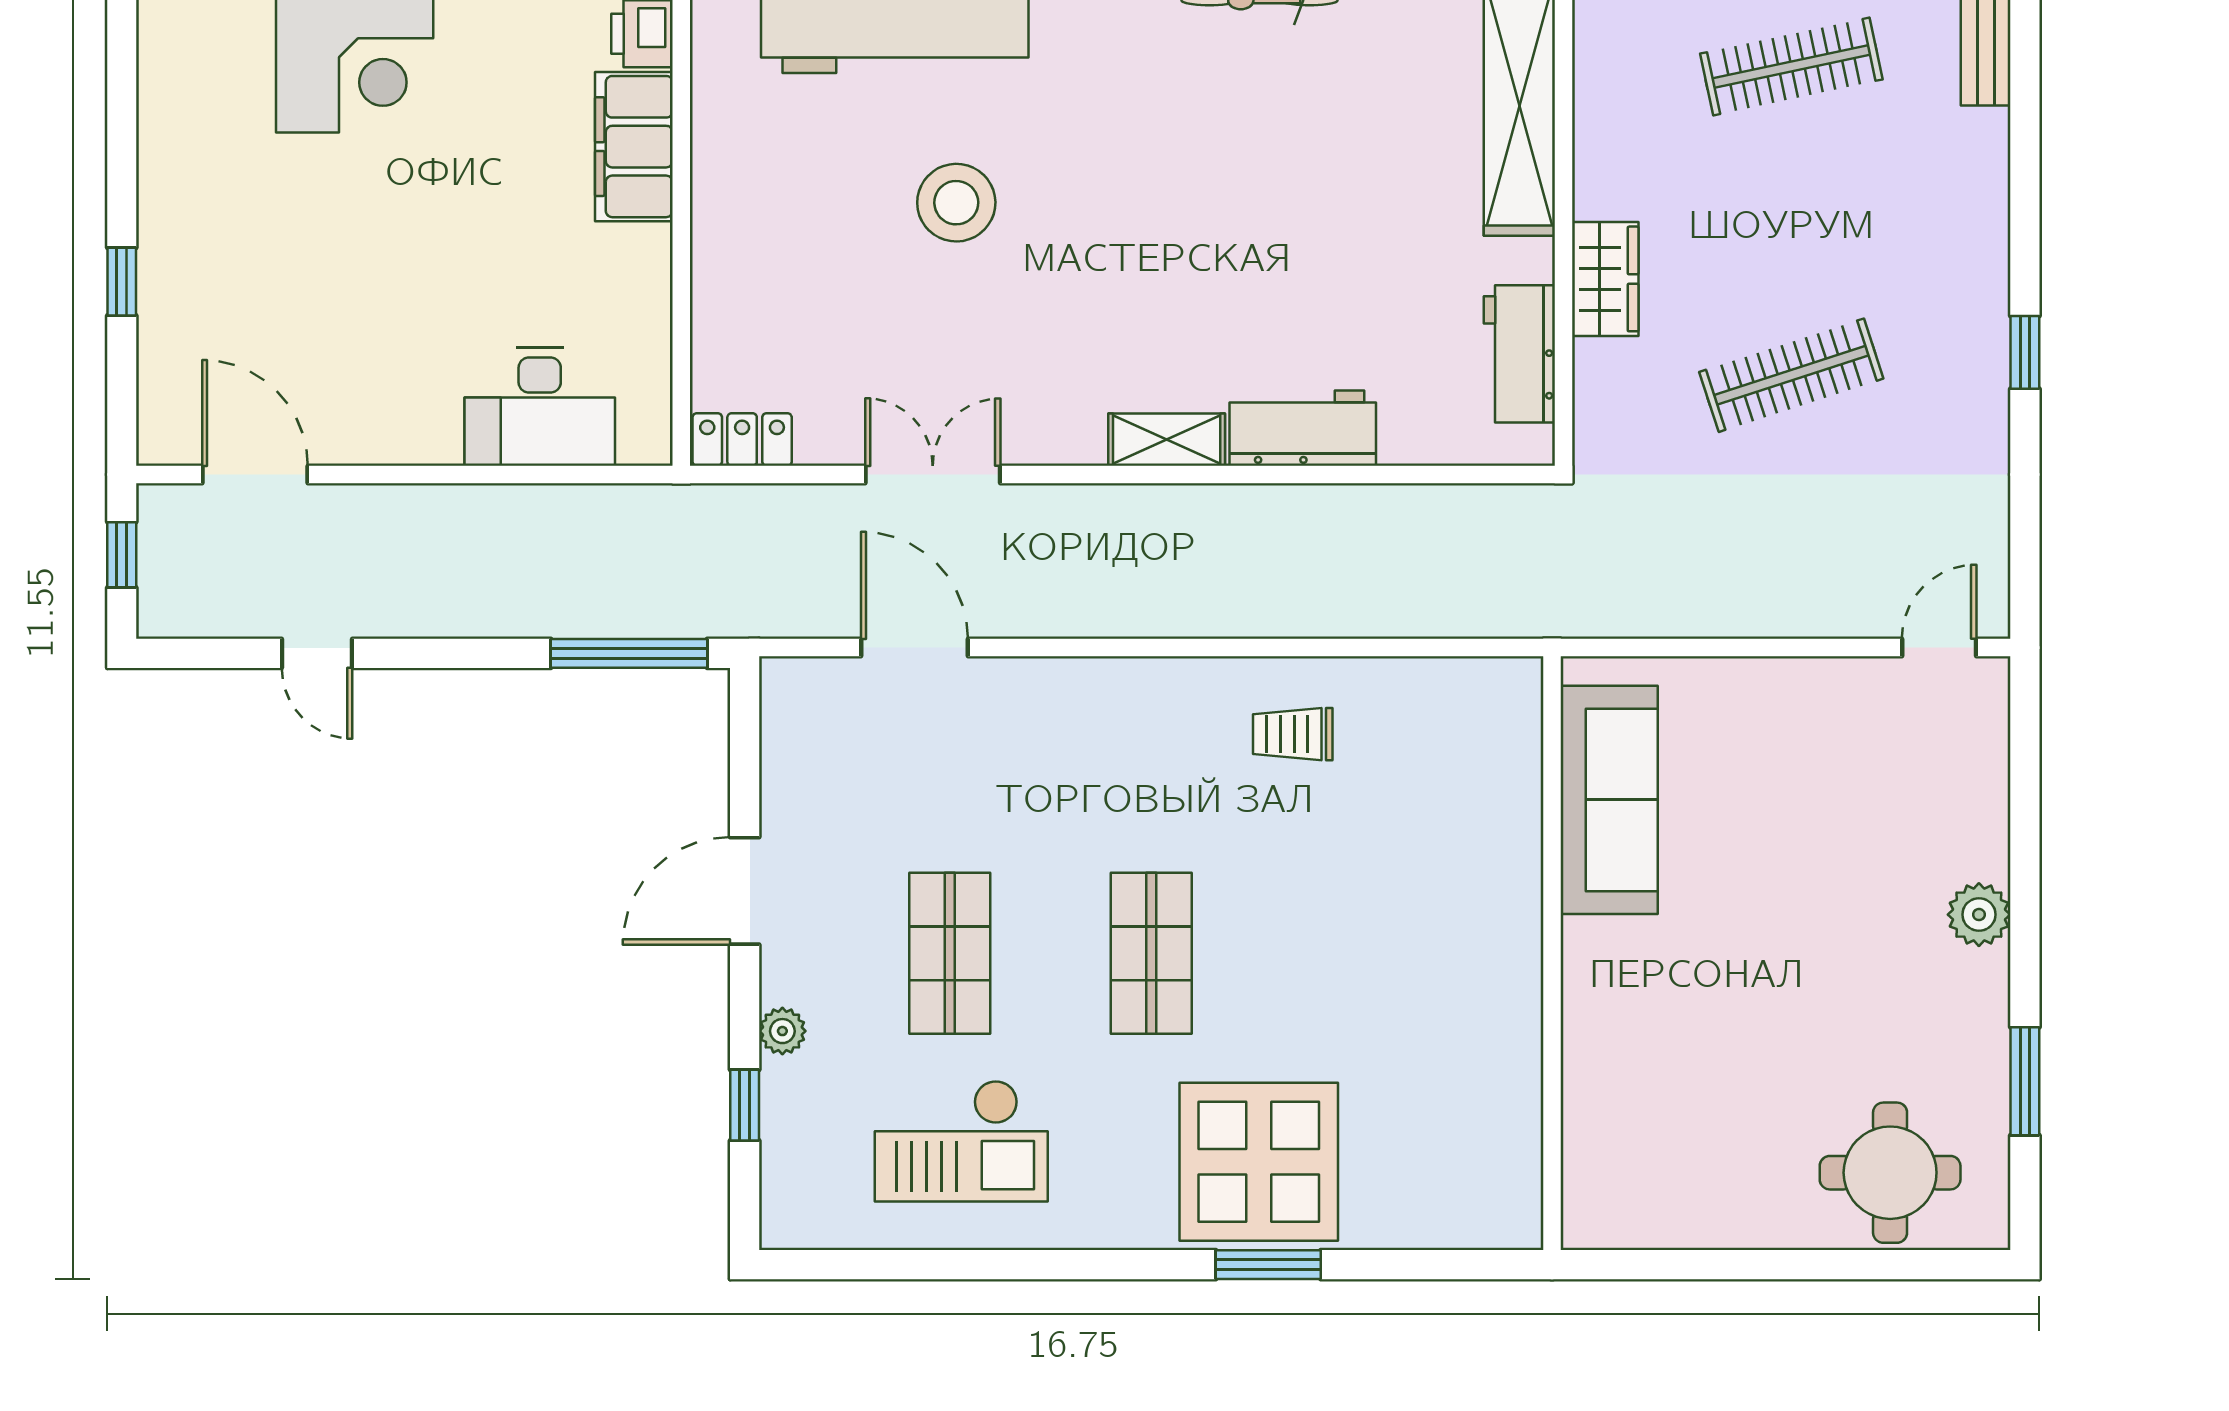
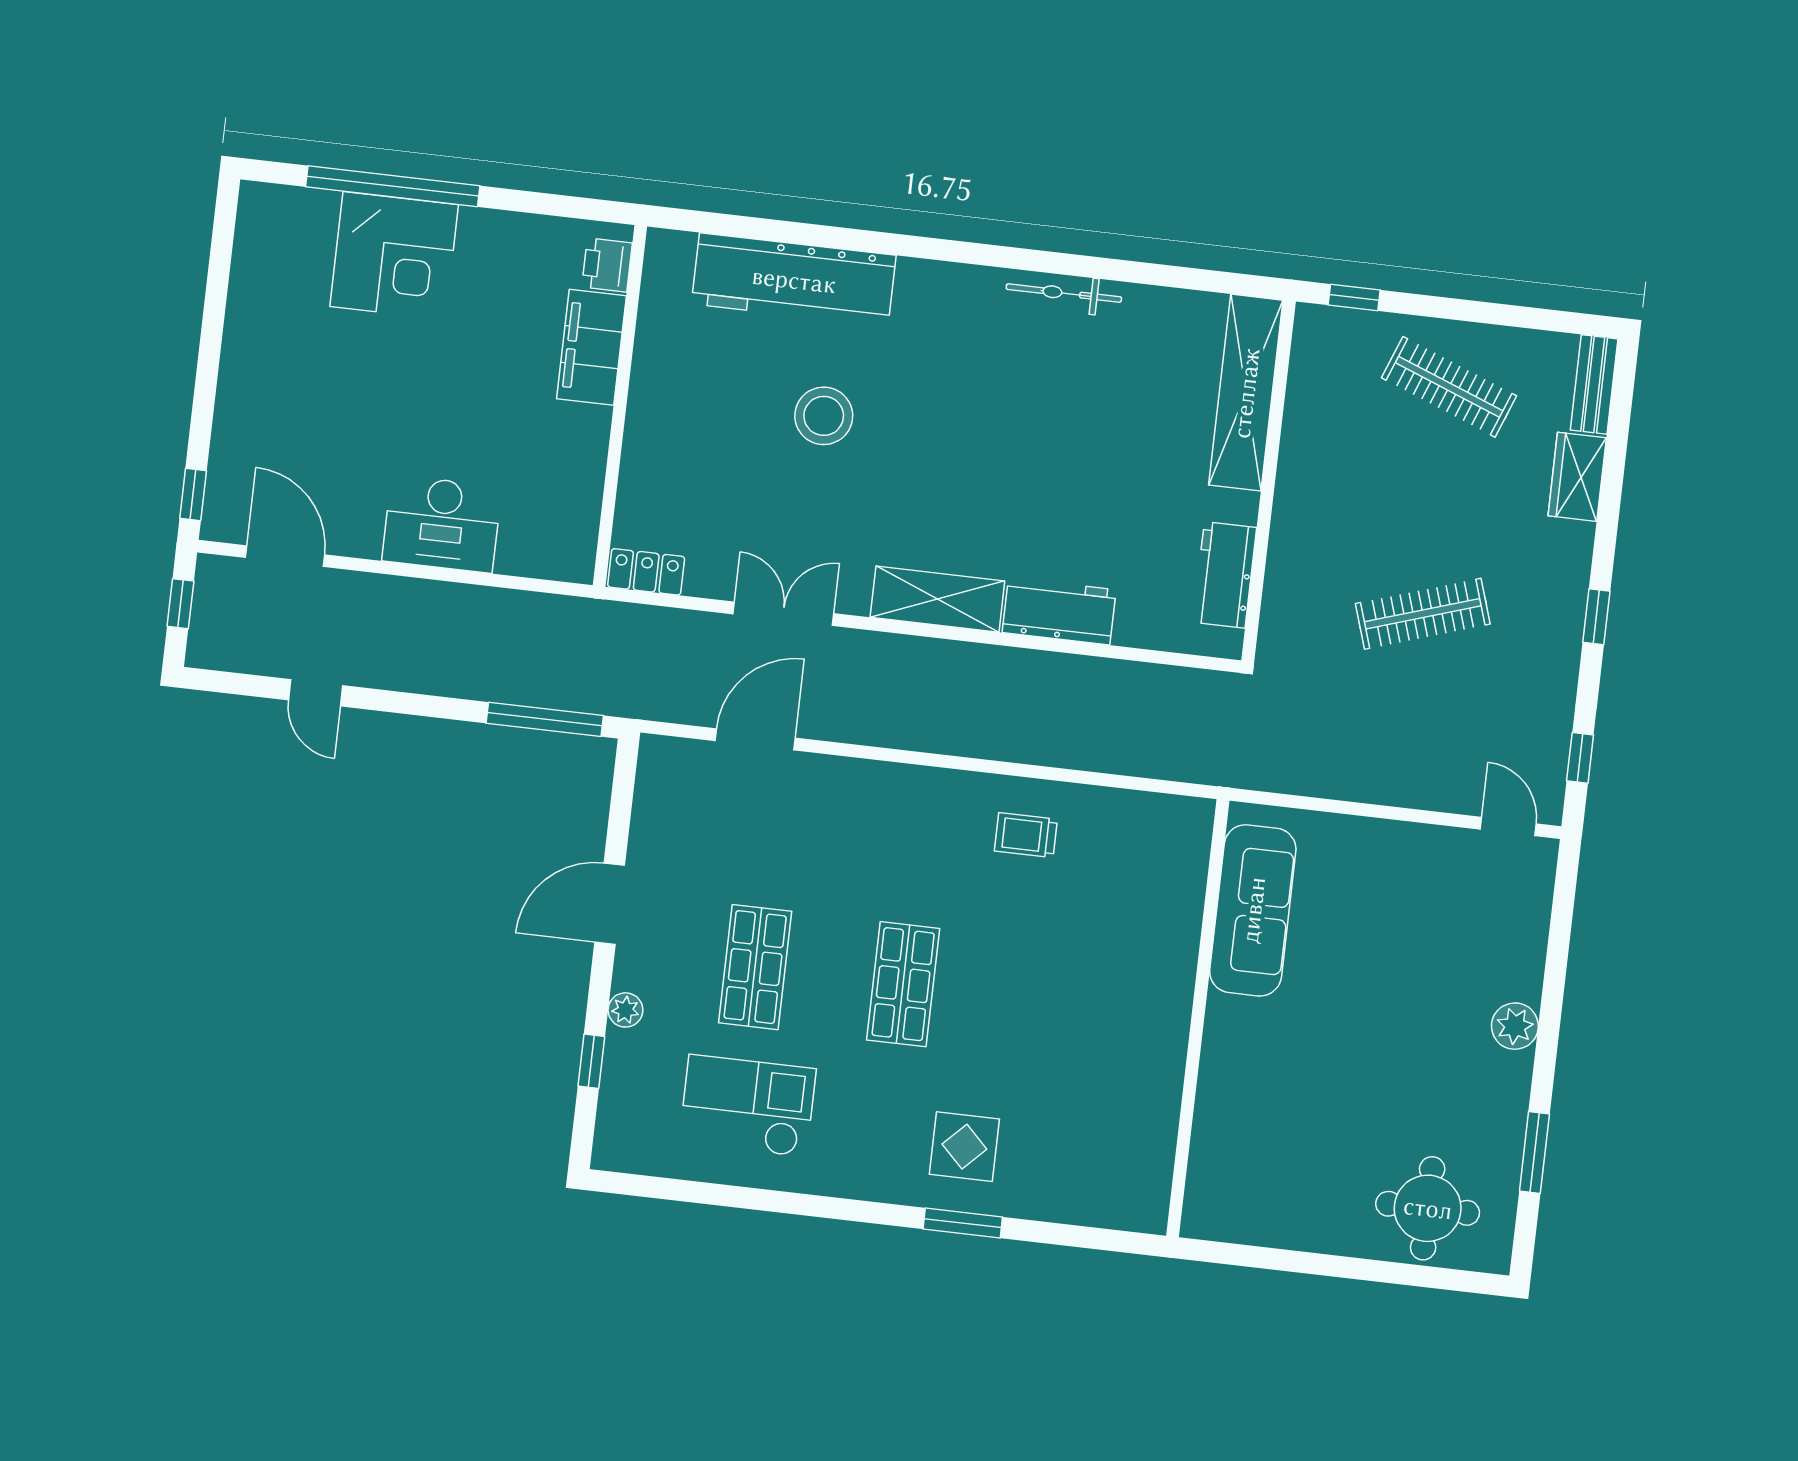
clothes rail: (1791, 66) -> (1449, 387), turned 33
wardrobe: (1605, 279) -> (1577, 477), moved, turned 180
window: (122, 282) -> (193, 494), moved
desk: (540, 407) -> (442, 524), moved
shelving: (1167, 440) -> (937, 599), width x1.50, depth x1.33
window: (2025, 544) -> (1580, 758), added
door: (914, 648) -> (755, 739), hinge flipped
door: (1939, 648) -> (1508, 827), hinge flipped
checkout: (961, 1141) -> (748, 1106), turned 180
display table: (1259, 1162) -> (964, 1147), width x0.54, depth x0.54

